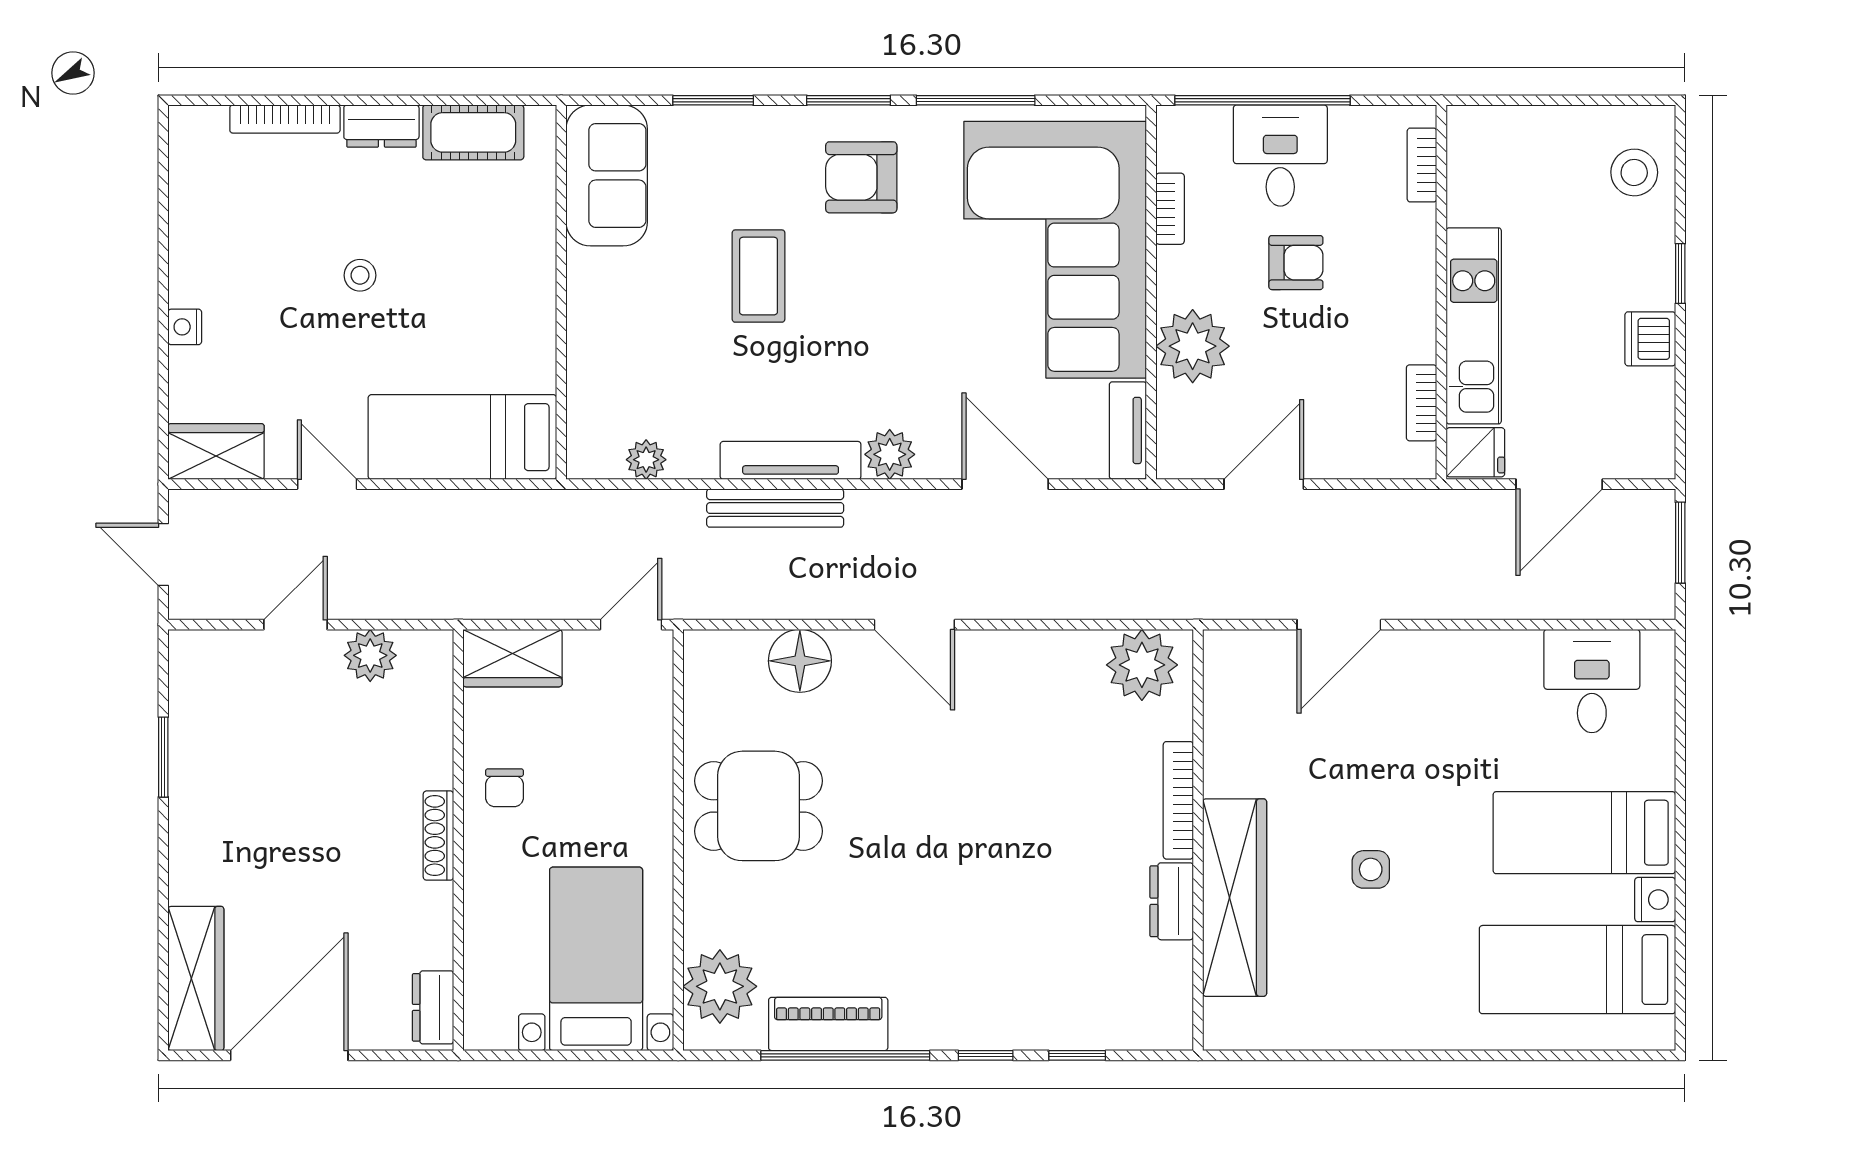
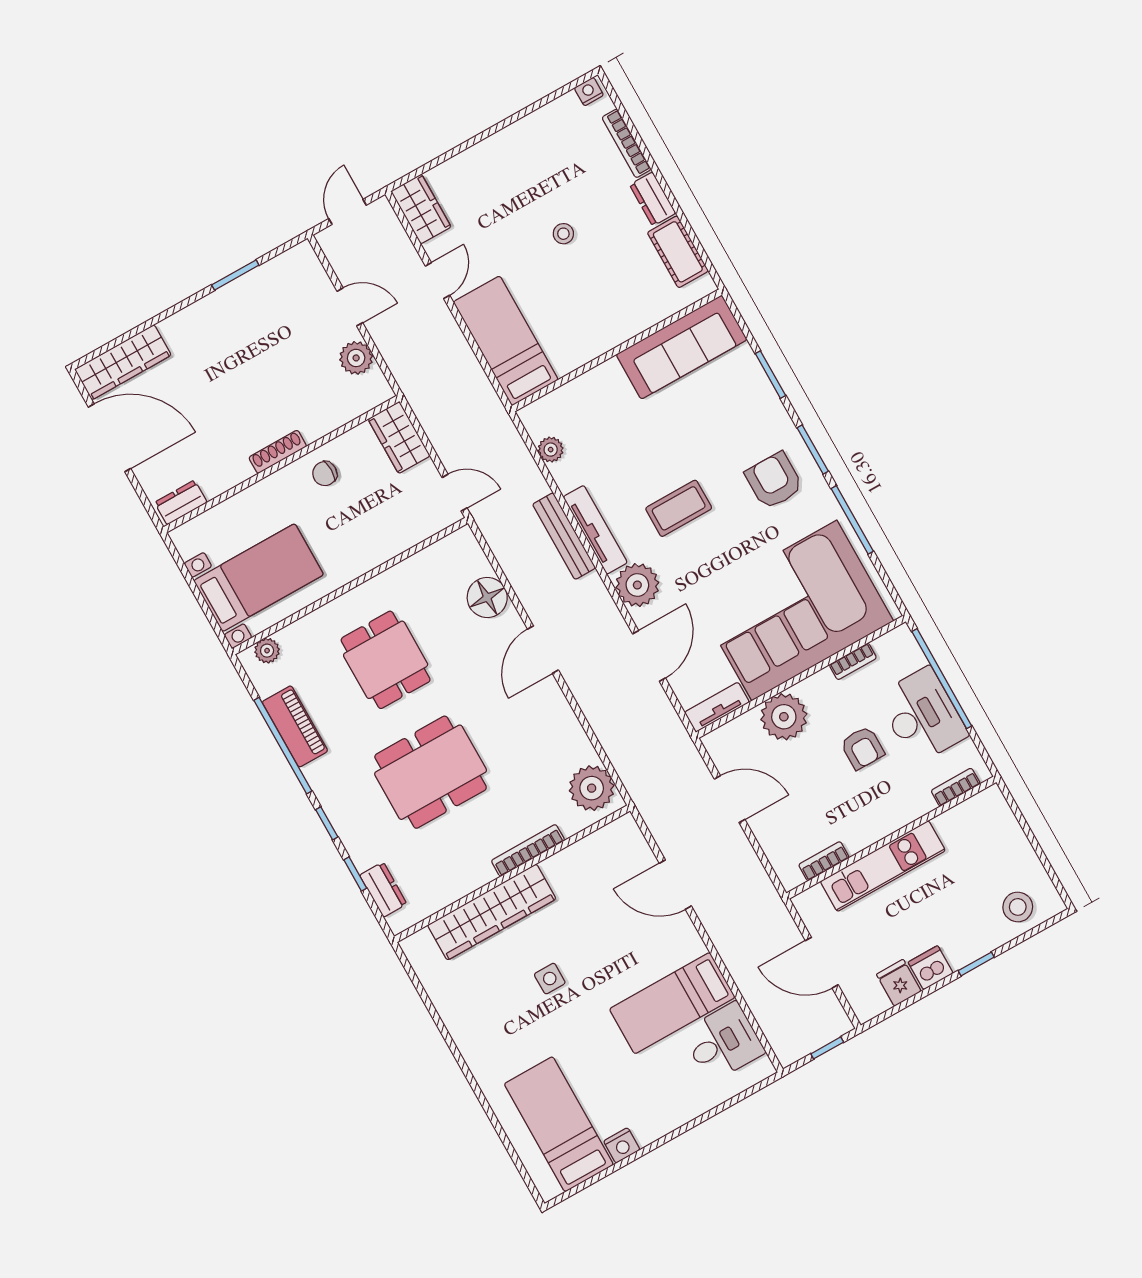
desk: (1280, 156) -> (922, 716), width x1.37
sofa: (607, 175) -> (682, 347), width x1.36
coffee table: (759, 276) -> (679, 508), moved
nightstand: (185, 327) -> (589, 92), moved
fridge: (1475, 452) -> (899, 983), moved, turned 180
plant: (890, 454) -> (637, 585), width x1.36, depth x1.36
window: (1680, 543) -> (827, 1048), width x0.67
dining table: (758, 806) -> (386, 660), moved
bed: (1584, 833) -> (672, 1003), moved, turned -90
dining table: (996, 873) -> (431, 772), added
dresser: (1172, 901) -> (383, 890), moved, turned 90
plant: (720, 986) -> (267, 651), width x0.53, depth x0.53

